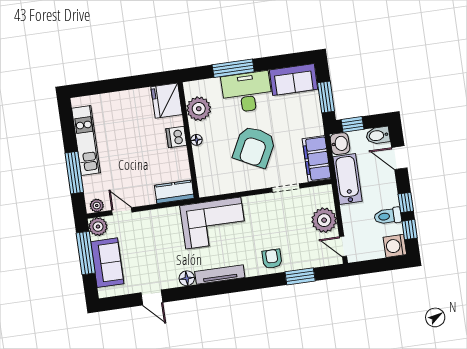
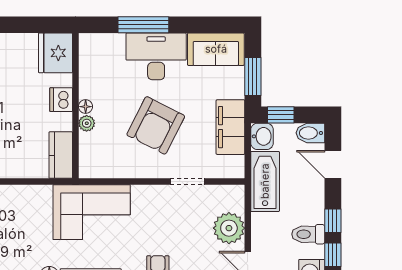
plant: (199, 109) -> (87, 123), moved, width x0.53, depth x0.53
filing cabinet: (317, 159) -> (230, 127), moved
kitchen counter: (174, 192) -> (61, 155), moved, turned -90

